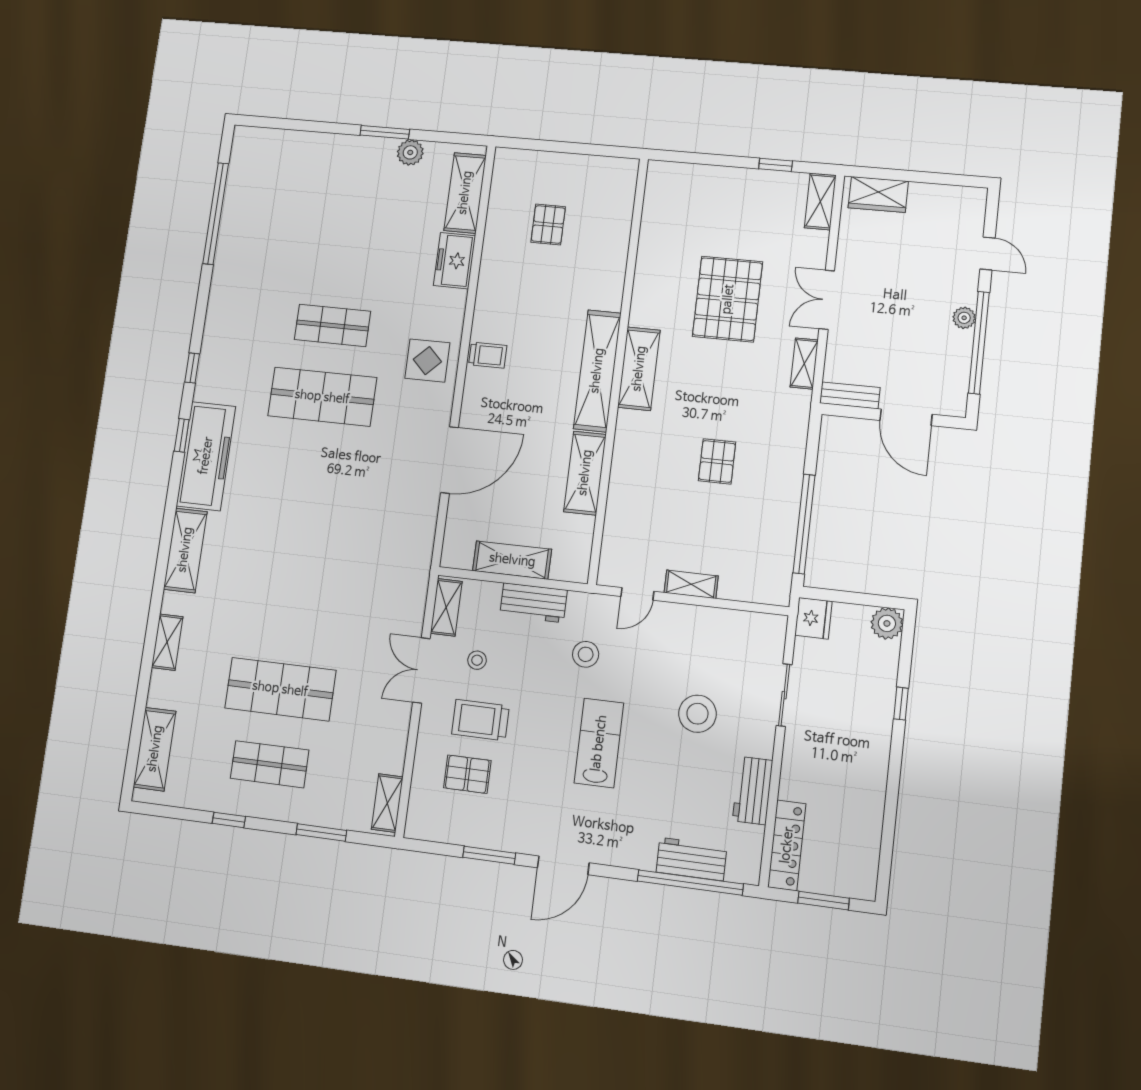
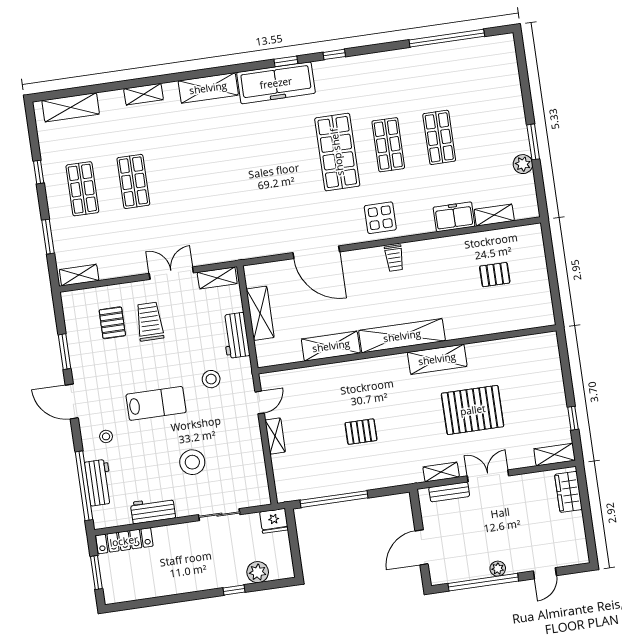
shelving: (465, 193) -> (494, 215), width x0.67, depth x0.75
shop shelf: (343, 255) -> (439, 137), added
shelving: (639, 369) -> (437, 359), moved
bench: (850, 395) -> (449, 492), moved, turned 90
door: (637, 594) -> (260, 402), swing flipped
plant: (887, 623) -> (258, 572), moved
stool: (477, 660) -> (106, 436), moved
shop shelf: (280, 689) -> (133, 181), width x0.70, depth x0.74

